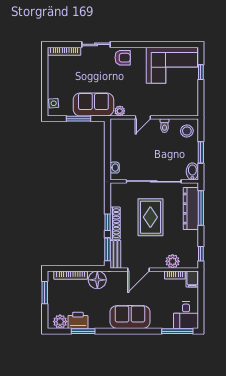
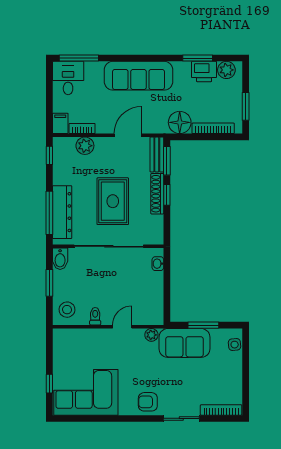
sofa: (130, 317) -> (138, 76), width x1.36

